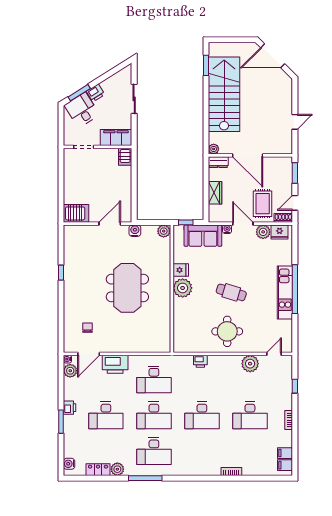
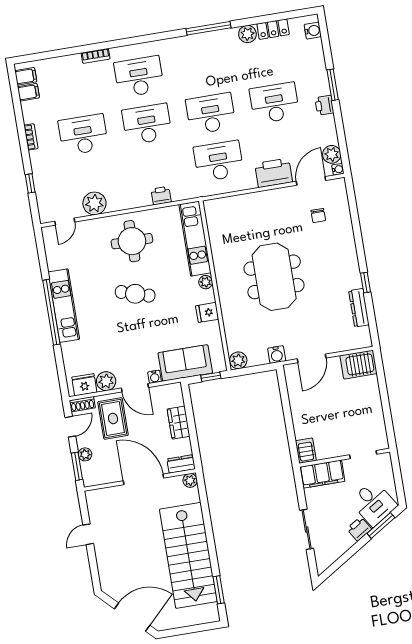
plant: (287, 181) -> (85, 454), added
dresser: (69, 255) -> (359, 308), added
plant: (183, 288) -> (206, 282), width x0.53, depth x0.53
kitchen unit: (181, 326) -> (195, 239), added
desk: (154, 451) -> (139, 77), moved

